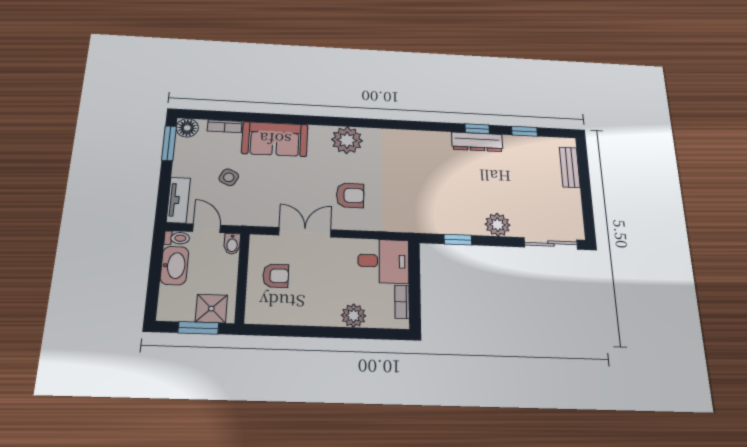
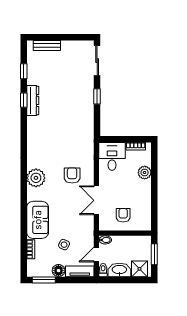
floor lamp: (187, 128) -> (58, 271), moved
plant: (498, 225) -> (87, 91), removed
window: (458, 240) -> (97, 96), moved
shower: (211, 309) -> (139, 269), moved

